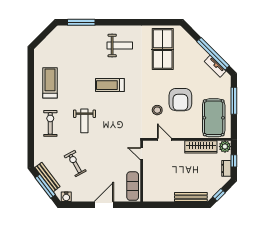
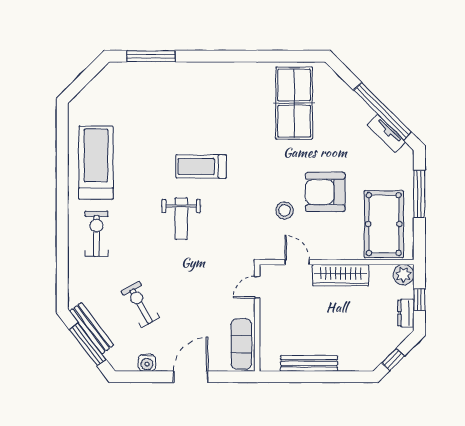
weight bench: (120, 46) -> (219, 97), removed
treadmill: (50, 83) -> (96, 163), width x1.37, depth x1.38
armchair: (180, 100) -> (325, 192), turned 90
weight bench: (84, 121) -> (181, 219), moved
wardrobe: (201, 147) -> (341, 275), moved
door: (142, 154) -> (257, 287), hinge flipped
water cooler: (66, 197) -> (147, 363), moved
bench: (191, 197) -> (309, 363), moved

